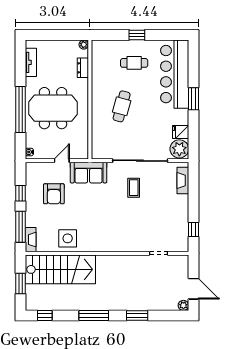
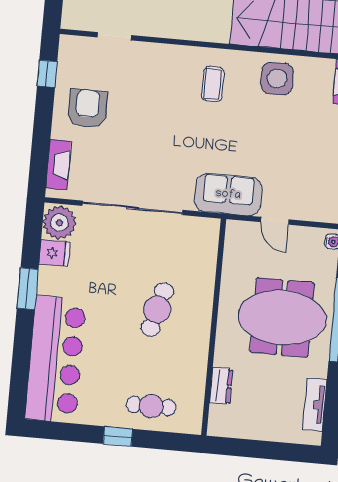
plant: (84, 45) -> (216, 428), removed
cafe table: (134, 63) -> (151, 406), moved
window: (193, 99) -> (28, 289), moved
door: (62, 161) -> (275, 221), hinge flipped
coffee table: (134, 188) -> (213, 84), moved
armchair: (54, 194) -> (88, 109), moved

